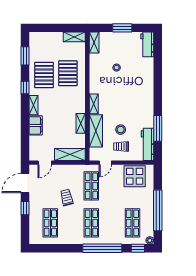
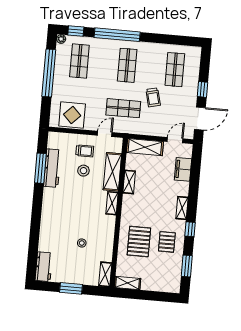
pallet: (44, 75) -> (167, 242), width x0.67, depth x0.71
filing cabinet: (36, 125) -> (183, 169), moved
workbench: (148, 144) -> (52, 168), moved
shop shelf: (91, 186) -> (123, 108), turned 90

